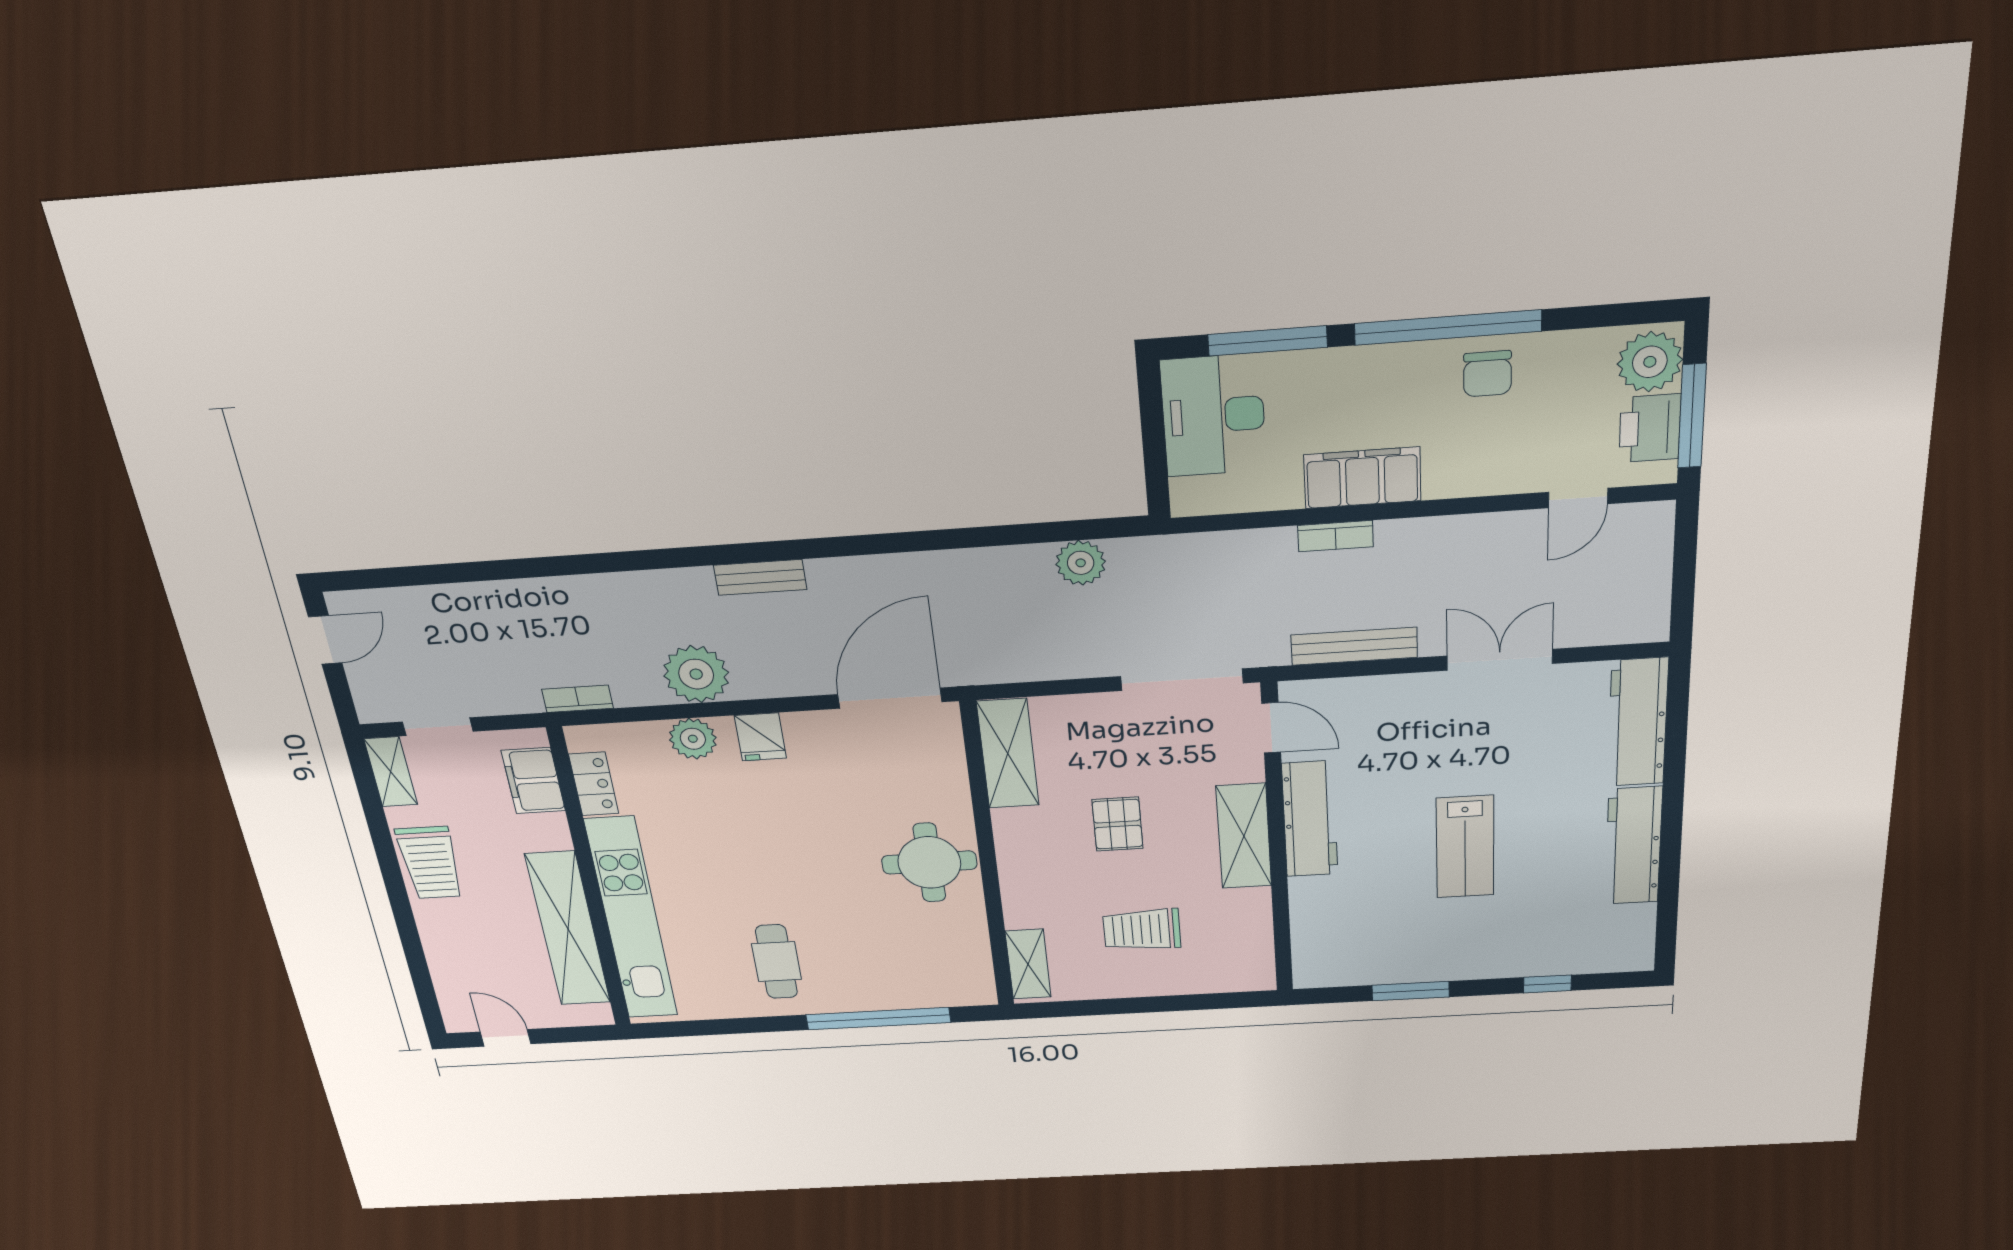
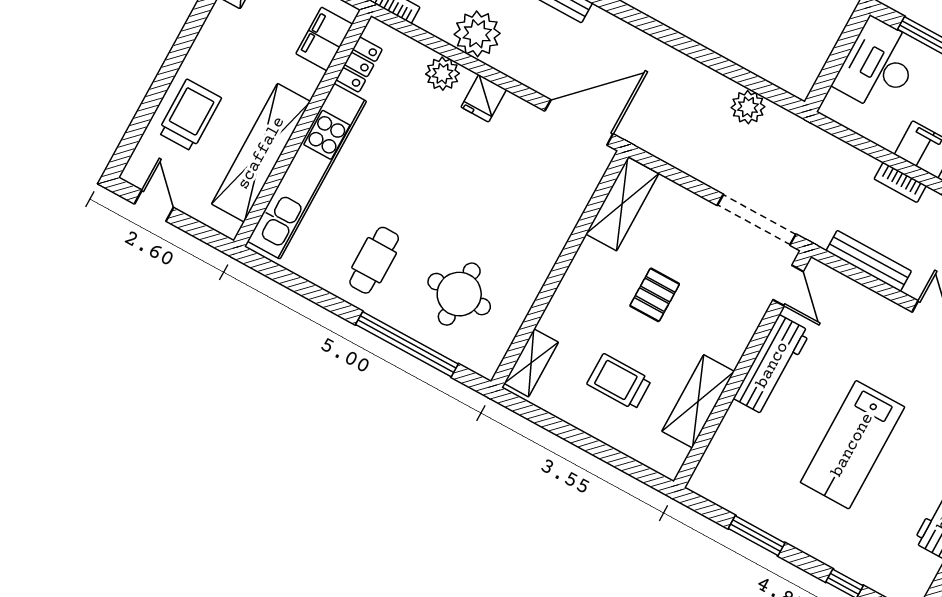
shelving: (1244, 836) -> (698, 401), moved
lab bench: (1465, 847) -> (852, 445), width x1.36, depth x1.39
round table: (929, 862) -> (459, 294), moved
trolley: (430, 863) -> (190, 115), moved, turned 180

